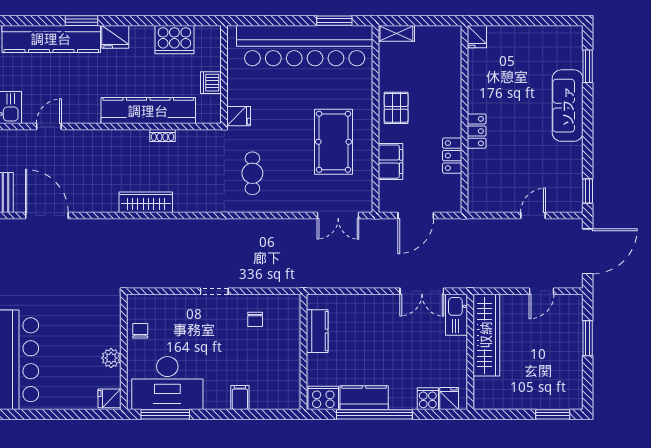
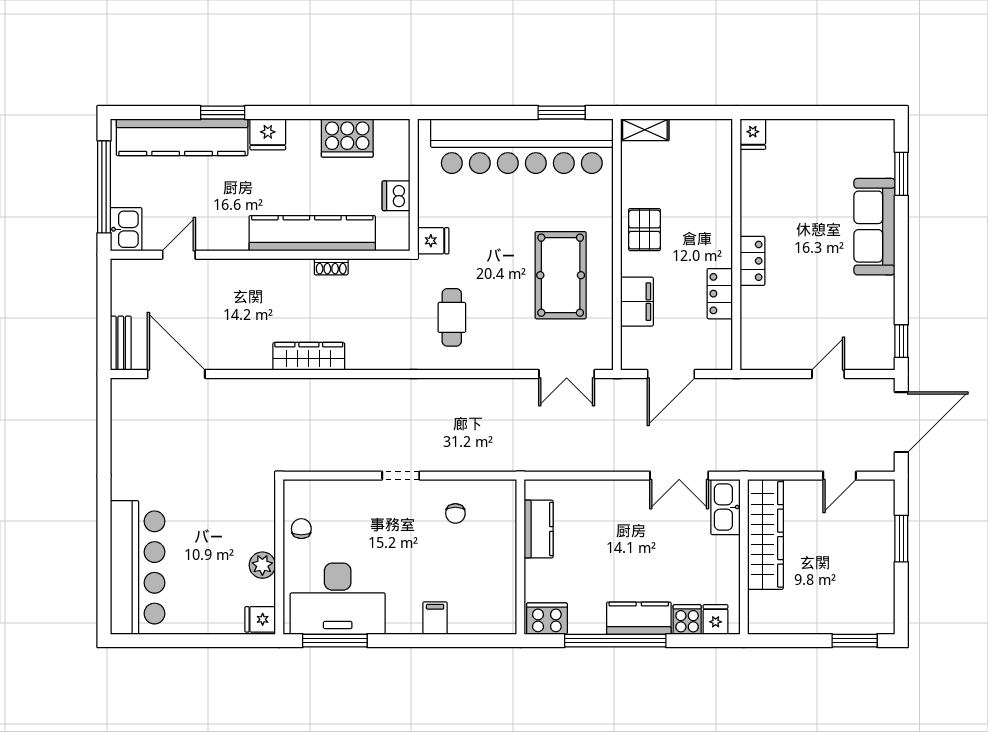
kitchen counter: (364, 398) -> (639, 618), moved

